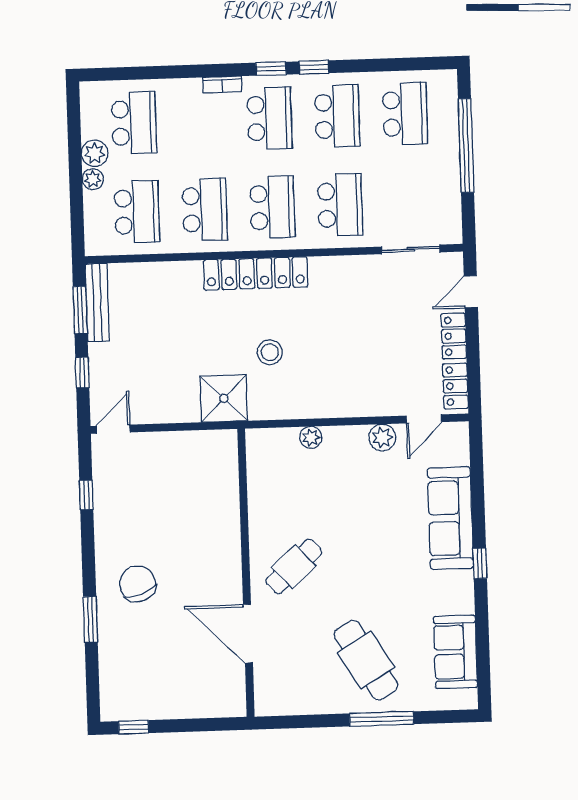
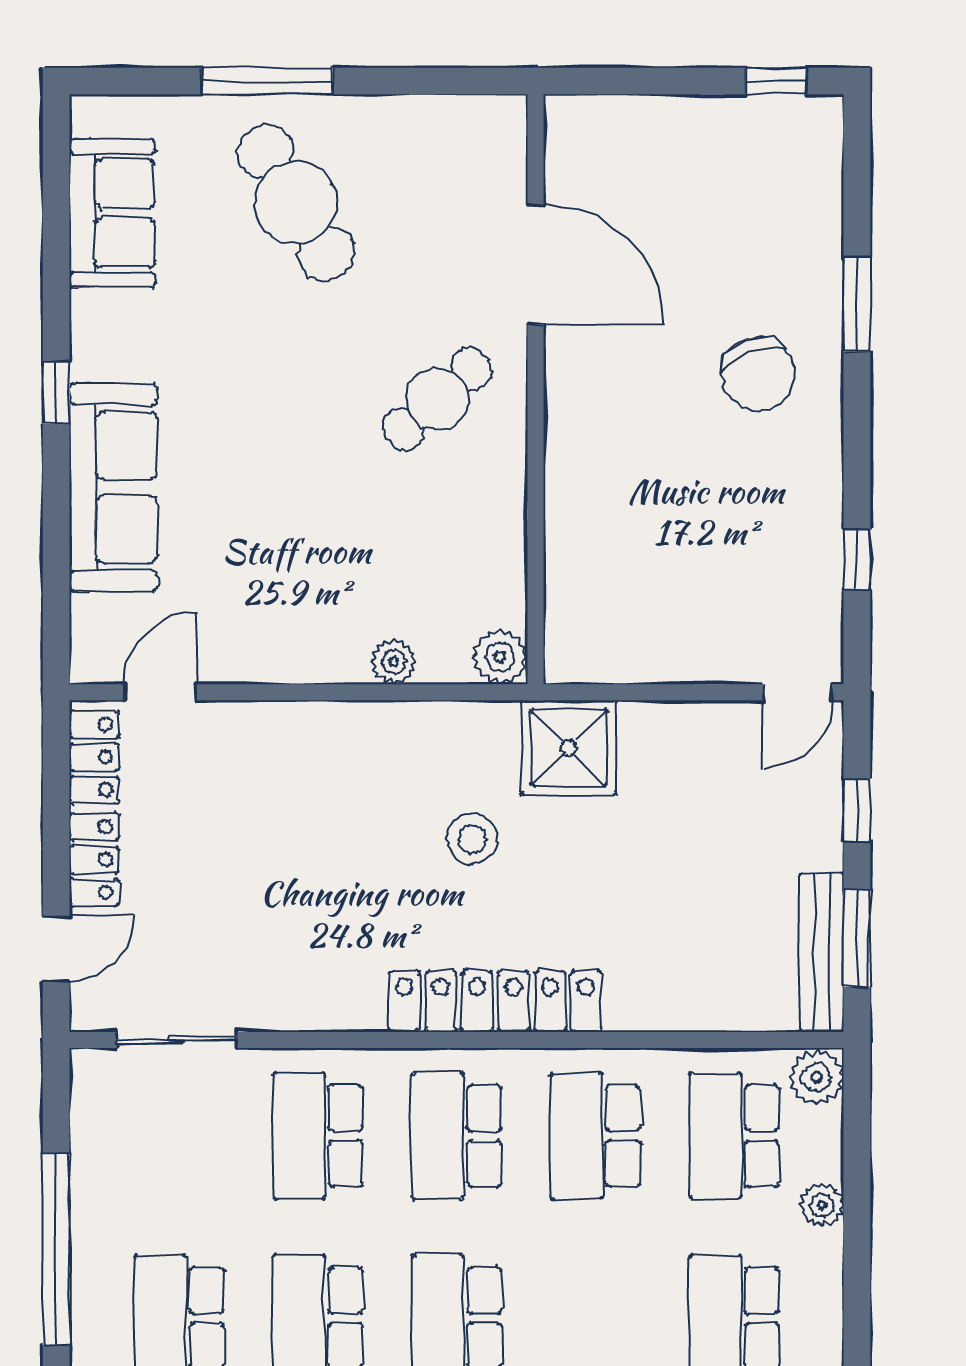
plant: (95, 153) -> (817, 1077), moved
plant: (382, 438) -> (500, 657), moved

